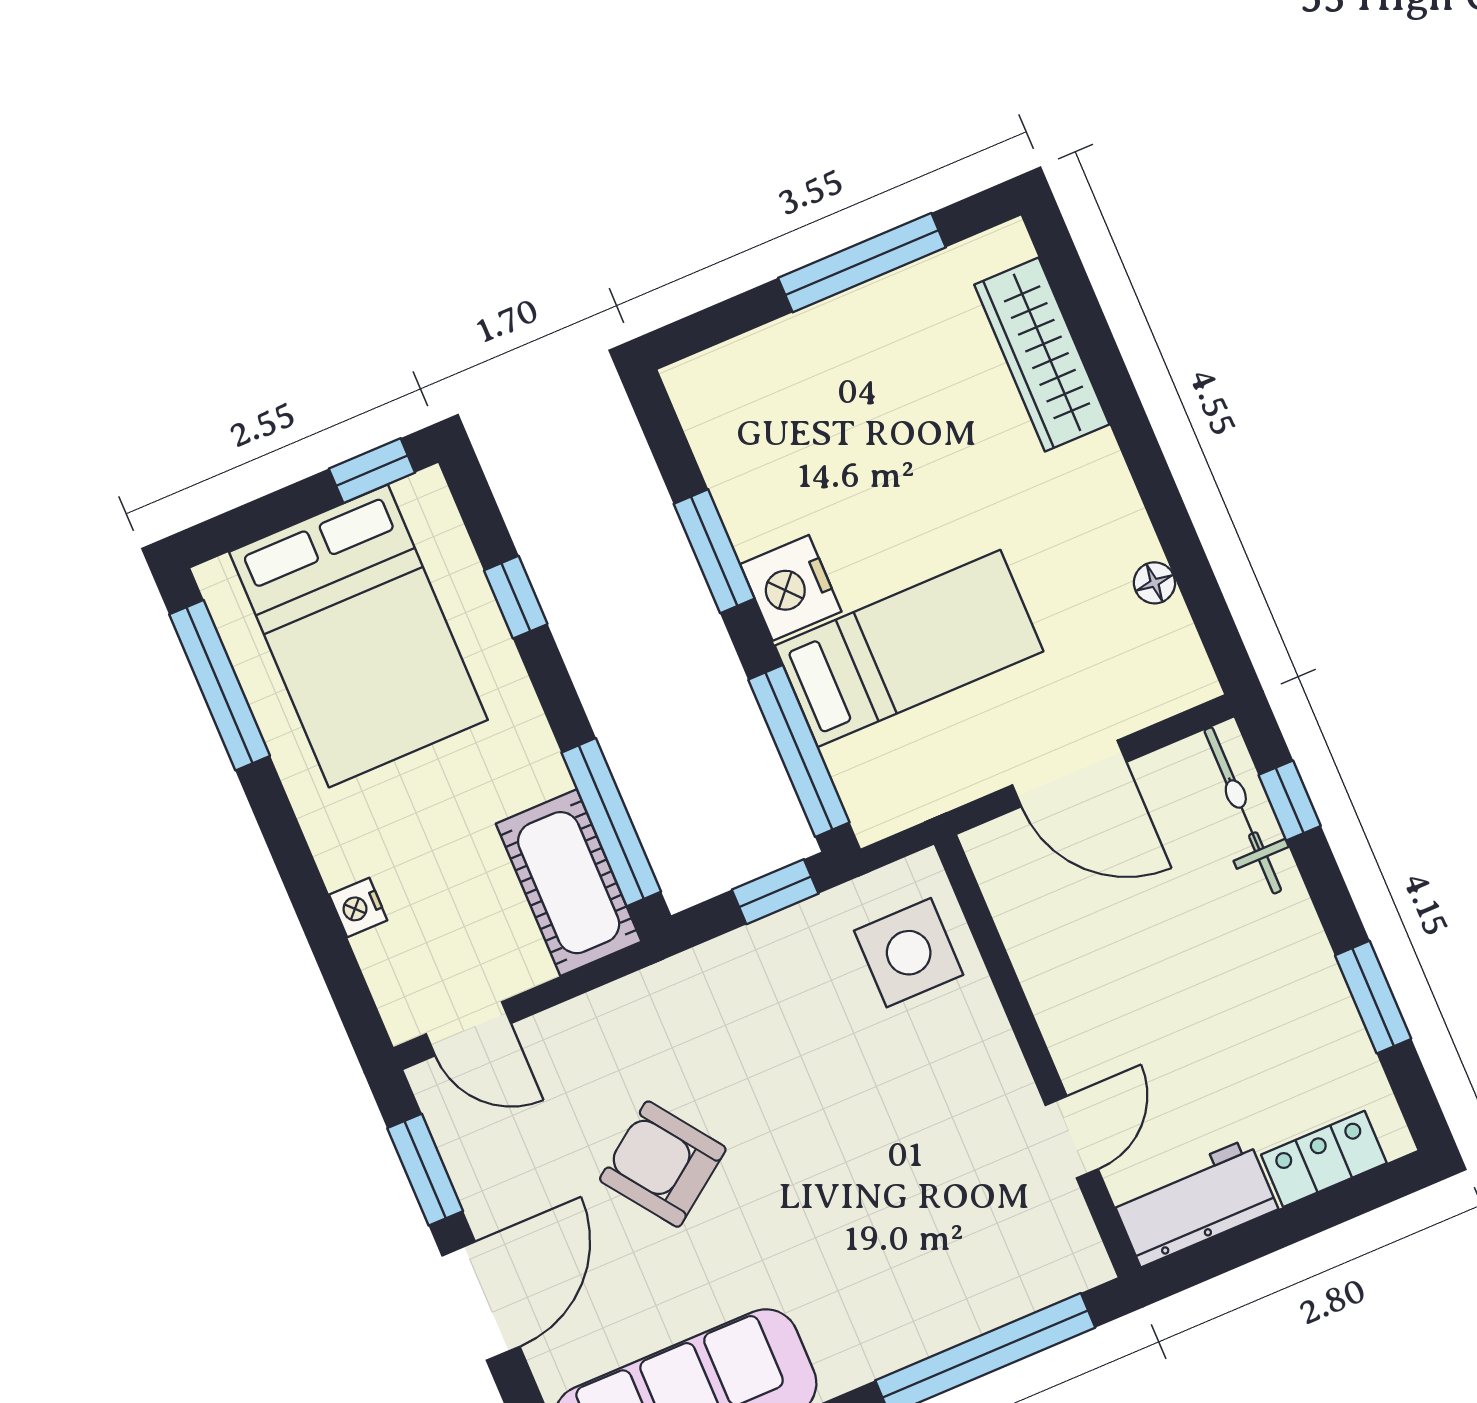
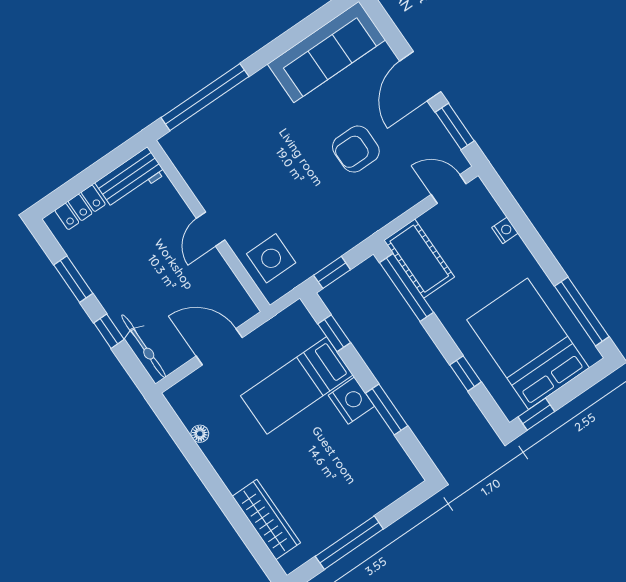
window: (799, 751) -> (334, 333), width x0.46
window: (1290, 800) -> (109, 331), moved
door: (1072, 1137) -> (211, 229), moved
armchair: (663, 1164) -> (356, 149), turned 126

